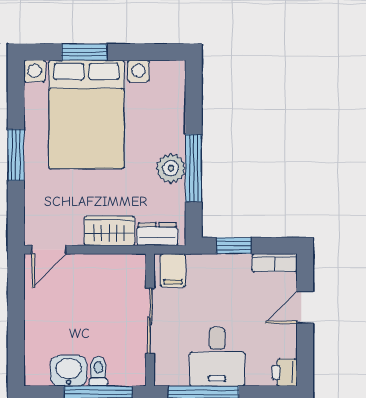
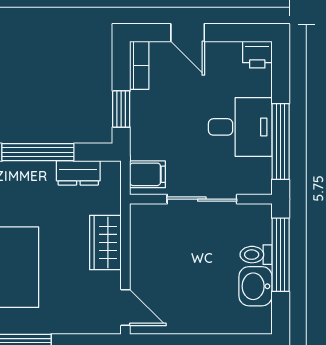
plant: (171, 168) -> (38, 177), removed
dresser: (157, 234) -> (78, 173), moved, turned -90

